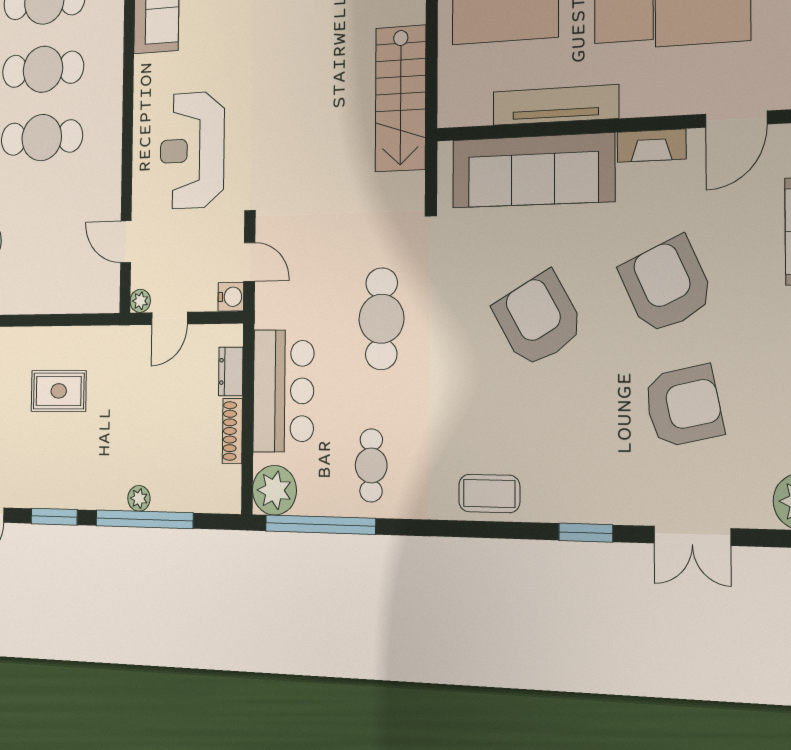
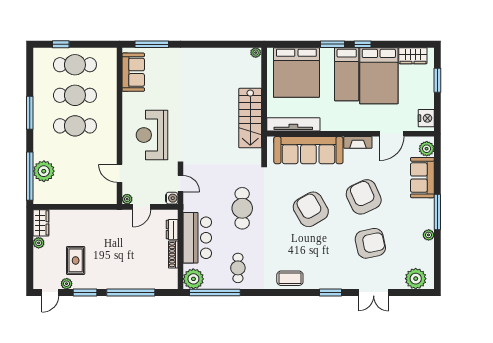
tv unit: (555, 105) -> (293, 124), moved
rug: (59, 391) -> (76, 260), moved, turned 90
plant: (139, 498) -> (67, 284), moved

